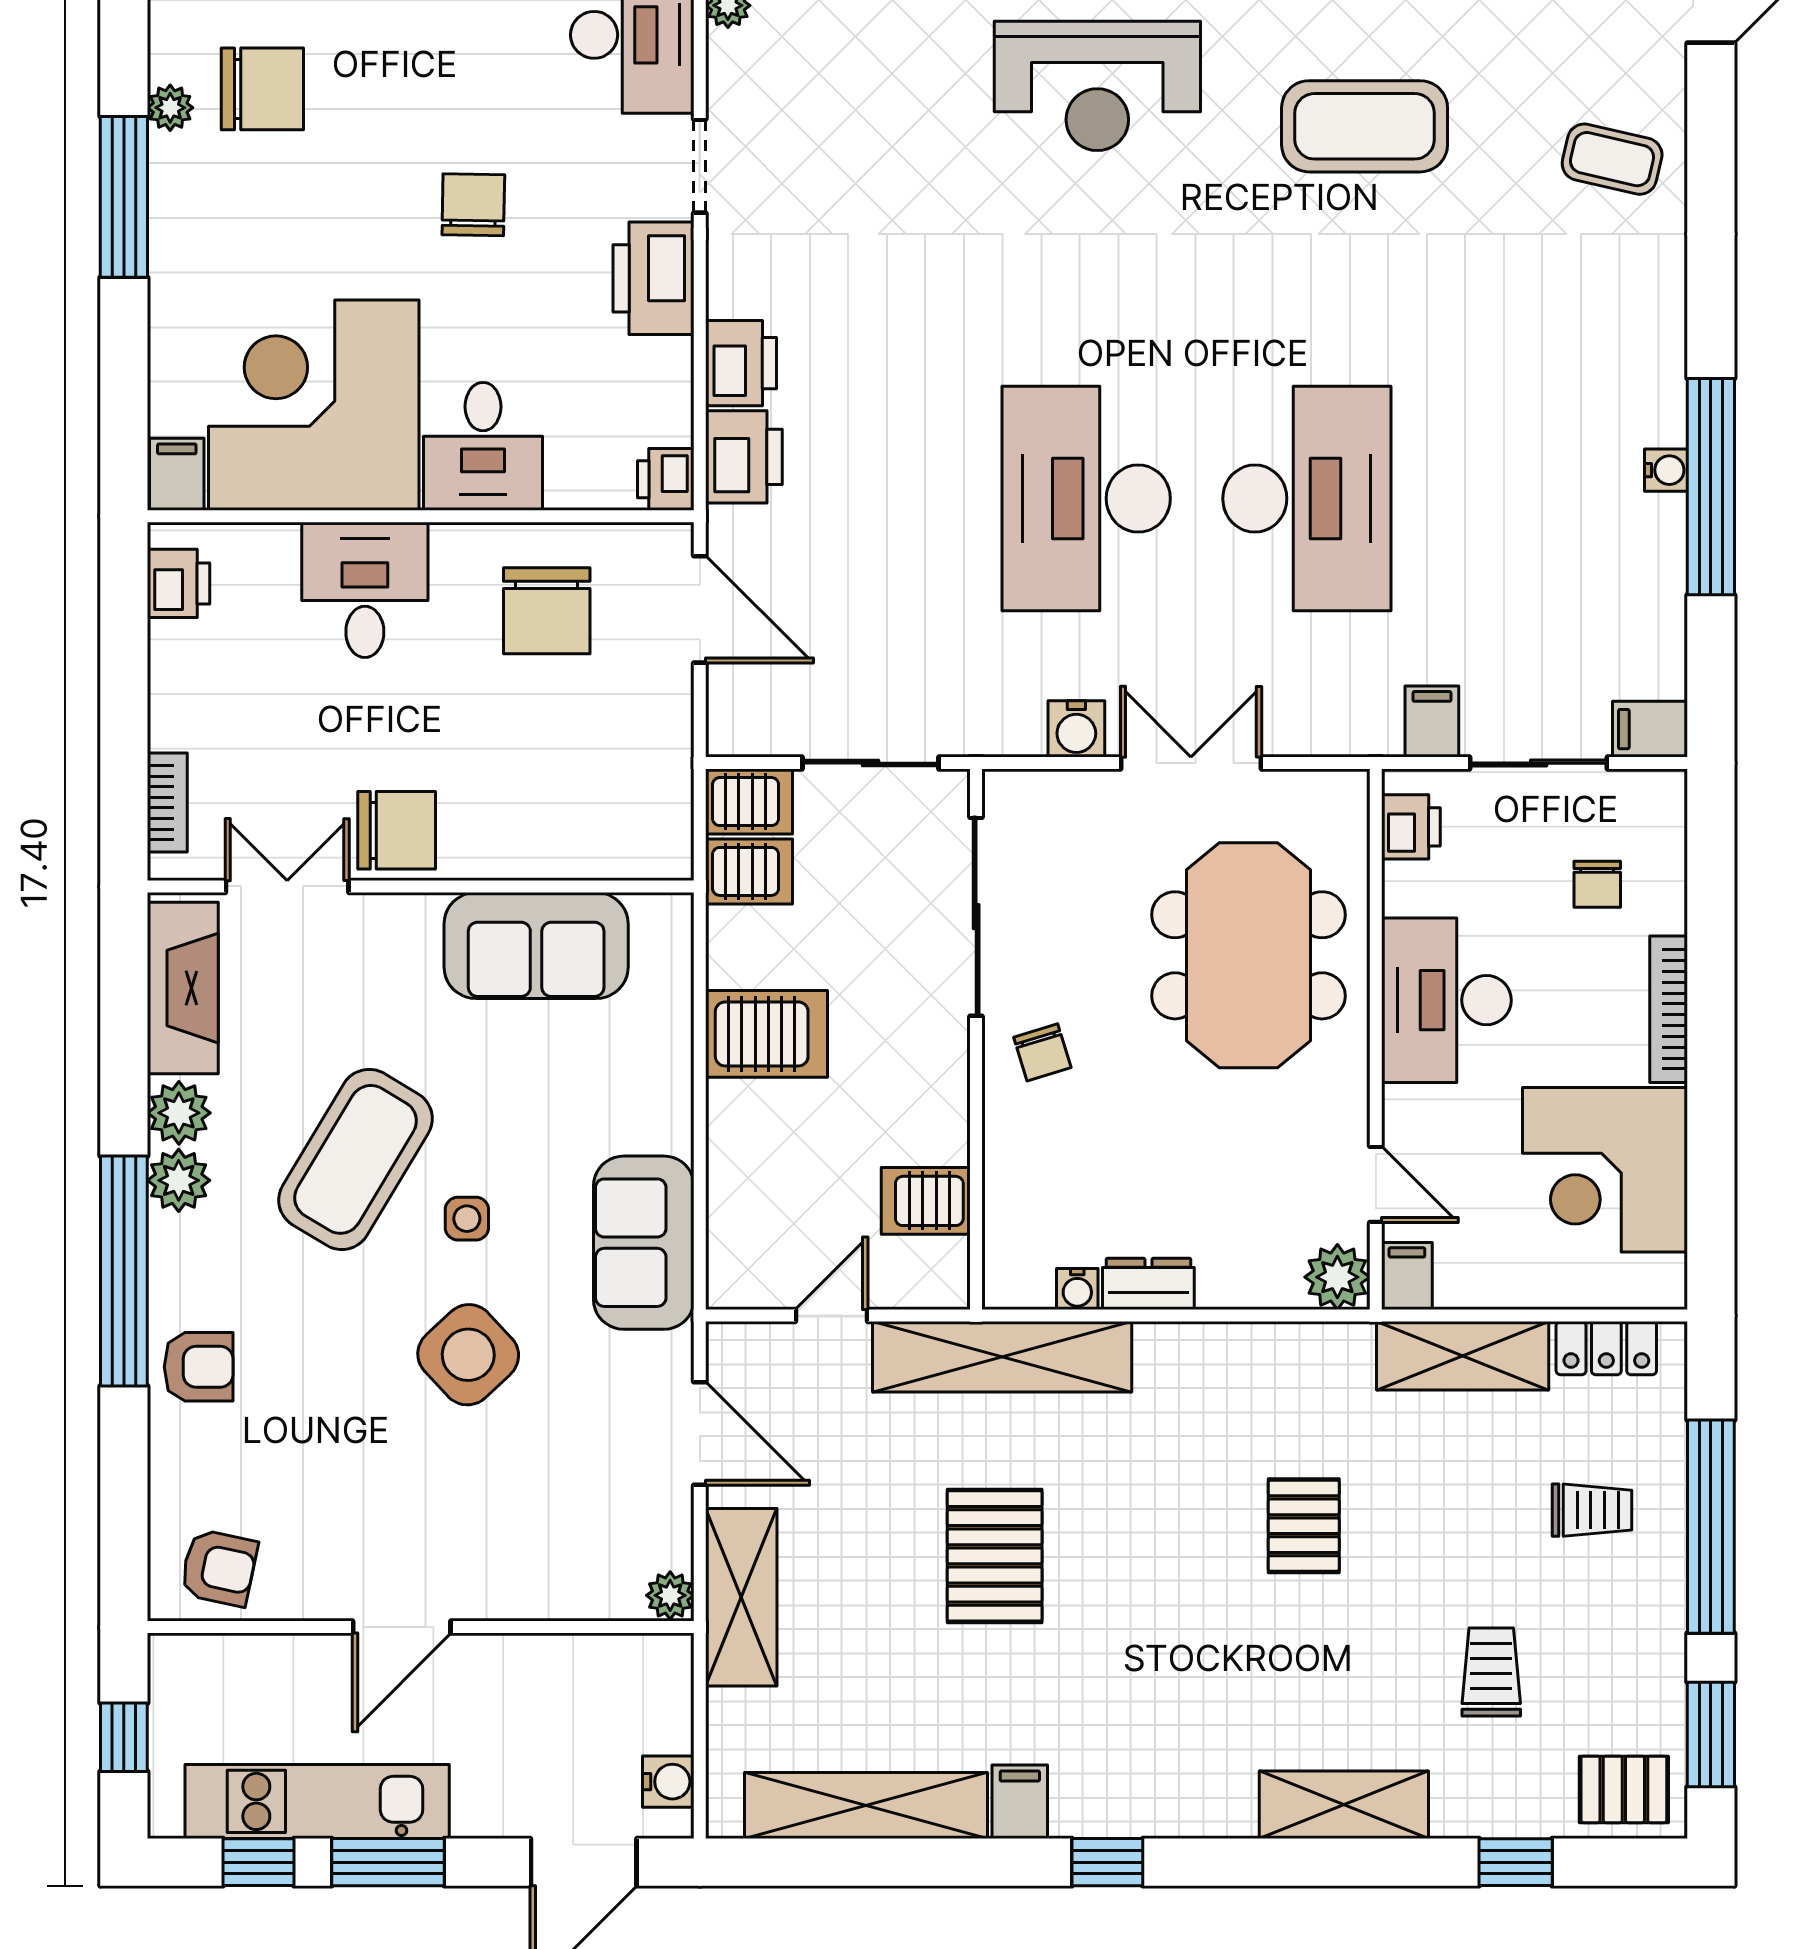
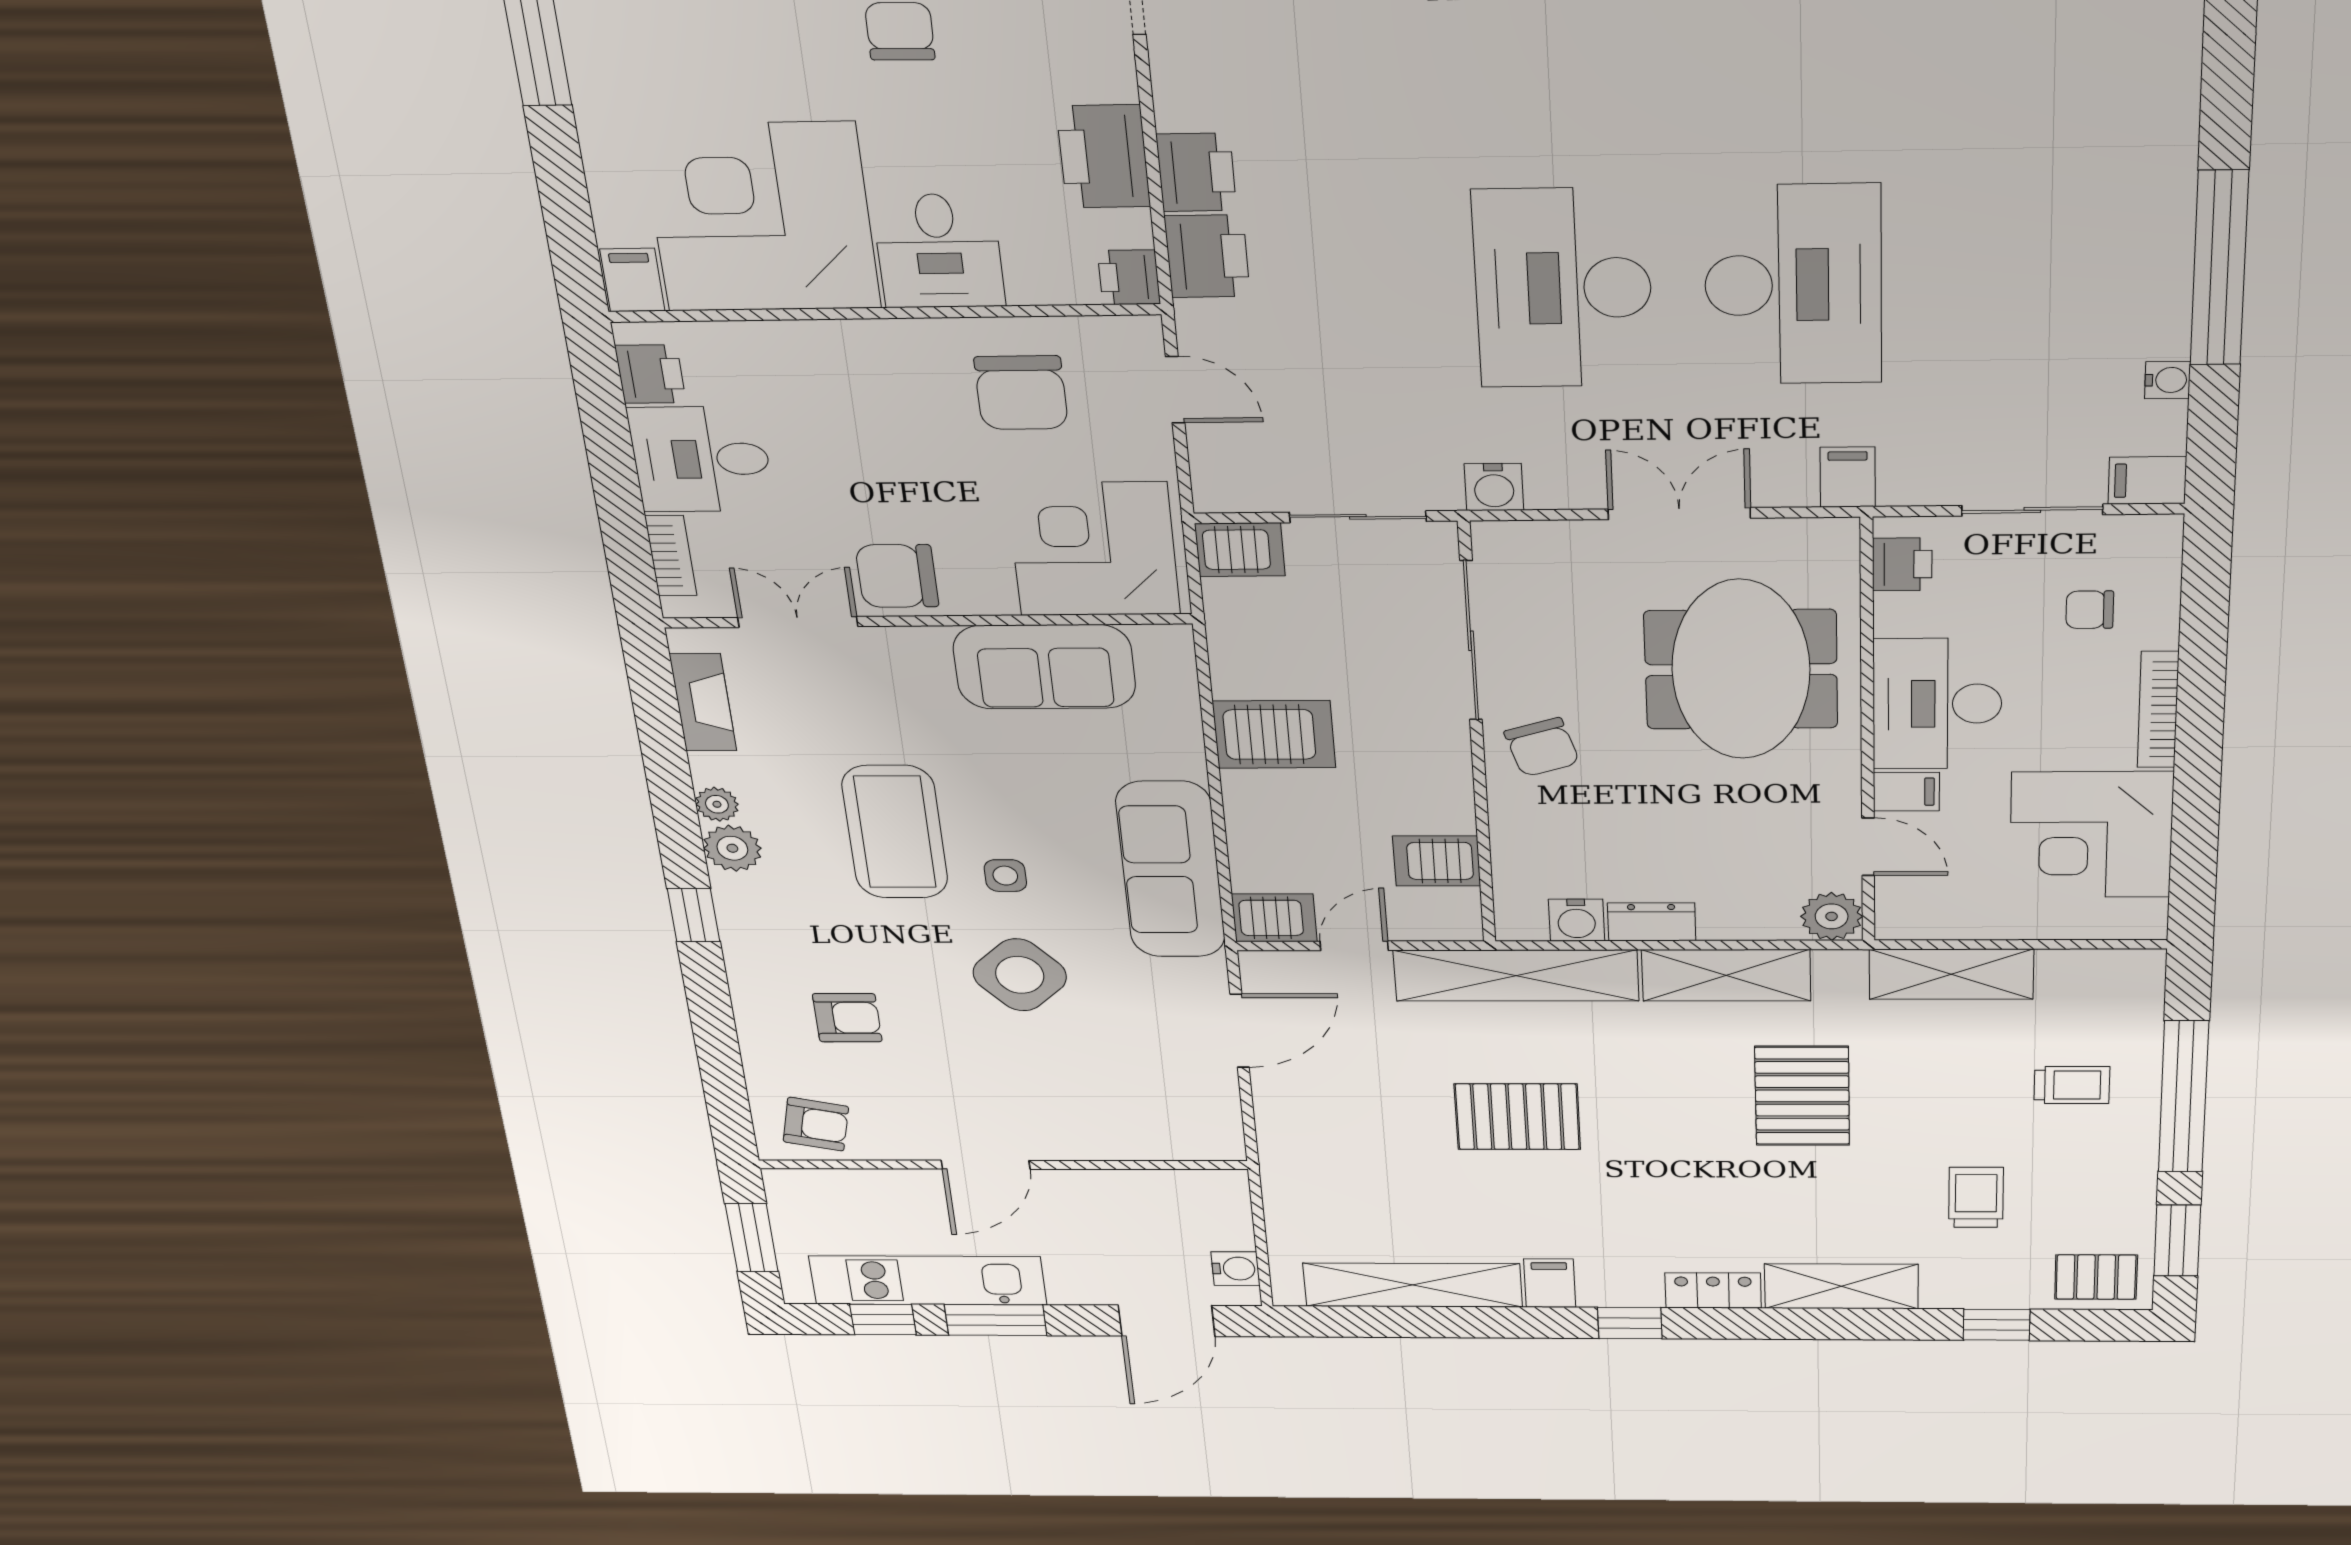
printer: (653, 278) -> (1103, 156), moved
water cooler: (1666, 470) -> (2168, 380), moved
desk: (365, 590) -> (701, 459), moved, turned -90
door: (700, 609) -> (1175, 390), width x0.73
filing cabinet: (1432, 721) -> (1848, 477), moved
water cooler: (1076, 729) -> (1494, 487), moved
corner desk: (601, 799) -> (1093, 549), added
chair: (397, 830) -> (897, 576), turned 180
server rack: (749, 871) -> (1274, 918), moved
chair: (1597, 884) -> (2090, 610), turned 90
fireplace: (183, 988) -> (703, 702), width x0.73, depth x0.76
chair: (1042, 1052) -> (1542, 747), width x1.37, depth x1.37
plant: (179, 1113) -> (717, 804), width x0.73, depth x0.73
coffee table: (356, 1159) -> (895, 832), turned -31
sofa: (644, 1243) -> (1171, 870), width x1.36
window: (124, 1271) -> (694, 915), width x0.32
filing cabinet: (1407, 1276) -> (1906, 792), moved, turned 90
water cooler: (1077, 1289) -> (1577, 920), width x1.38, depth x1.38
locker: (1606, 1348) -> (1713, 1290), moved, turned 180
armchair: (199, 1367) -> (847, 1018), moved
door: (700, 1434) -> (1240, 1031), hinge flipped
pallet: (1304, 1526) -> (1802, 1096), width x1.50, depth x1.42
pallet: (995, 1556) -> (1517, 1117), turned 90
plant: (670, 1595) -> (1224, 1144), removed
shelving: (741, 1597) -> (1726, 975), moved, turned 90
window: (124, 1737) -> (752, 1238), width x1.50

